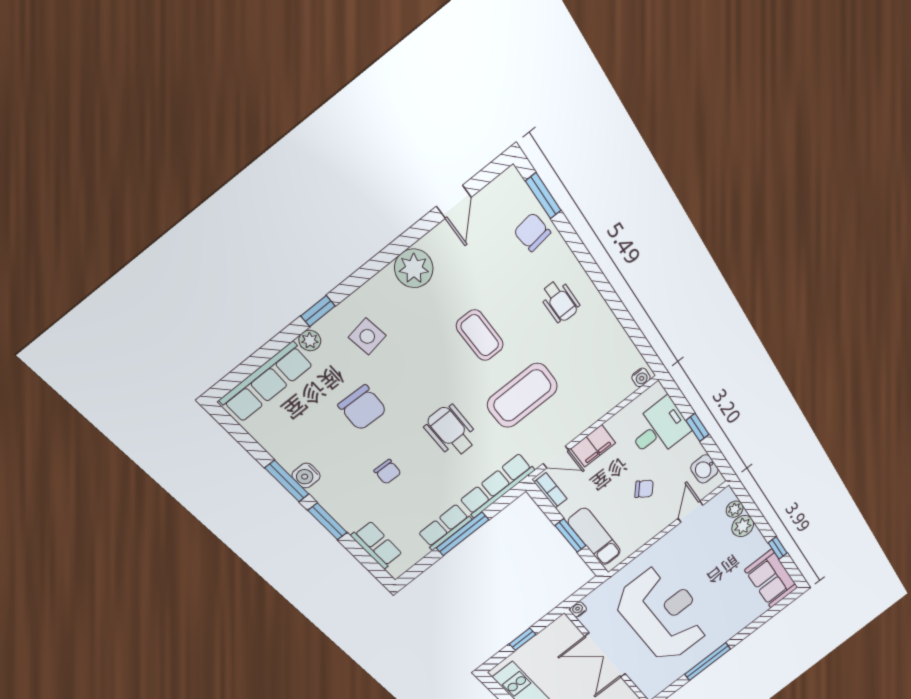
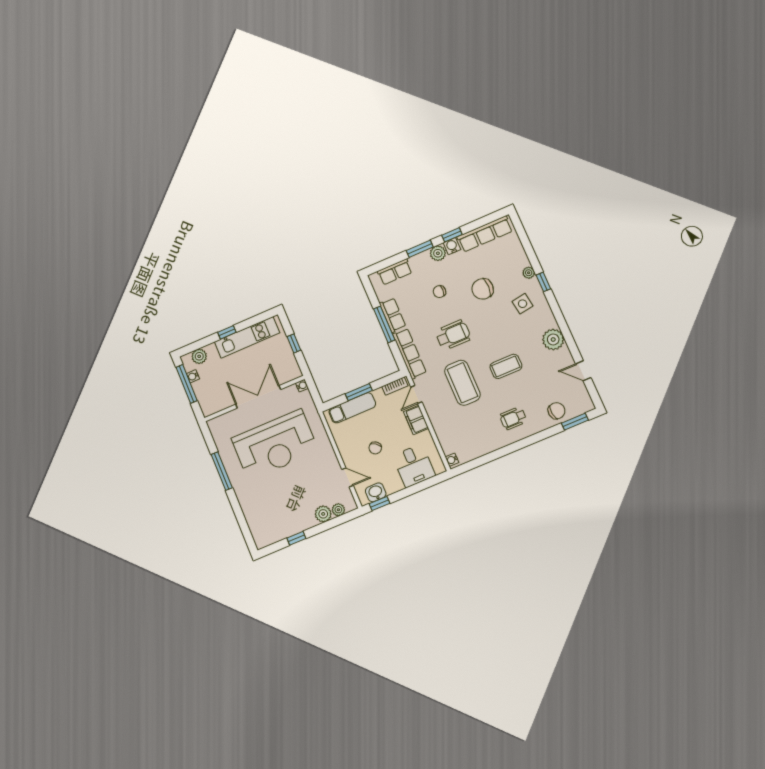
row of seats: (266, 382) -> (485, 234), moved, turned -90
window: (697, 427) -> (379, 504), moved
window: (287, 481) -> (452, 235), width x0.67
plant: (326, 493) -> (438, 253), added
sofa: (771, 579) -> (273, 530), removed

